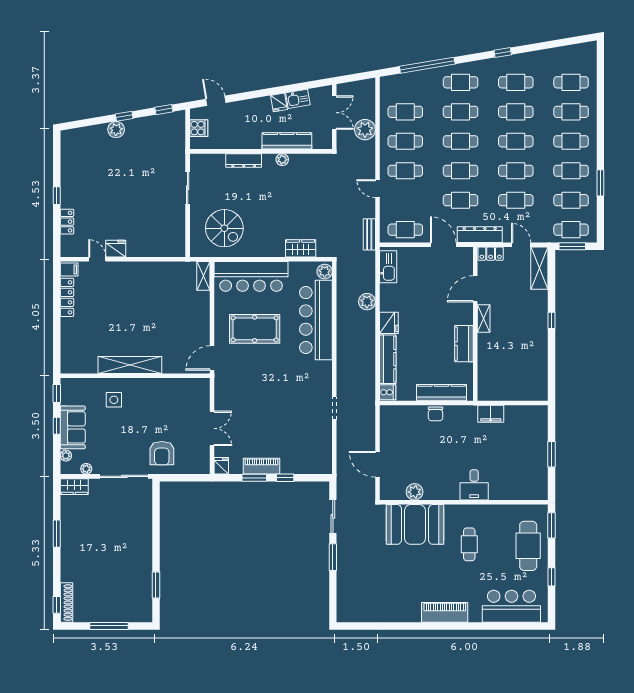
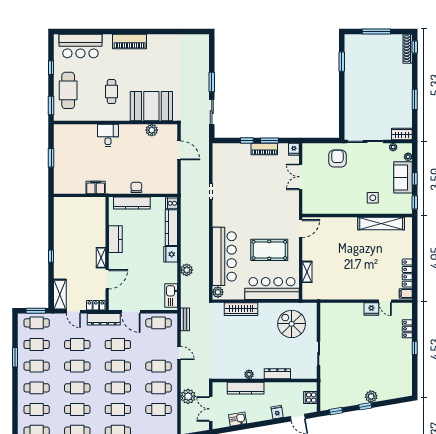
fridge: (279, 102) -> (277, 412), moved
wardrobe: (301, 248) -> (241, 309), width x1.50
shelving: (203, 276) -> (307, 272), moved
shelving: (130, 365) -> (381, 223), moved

